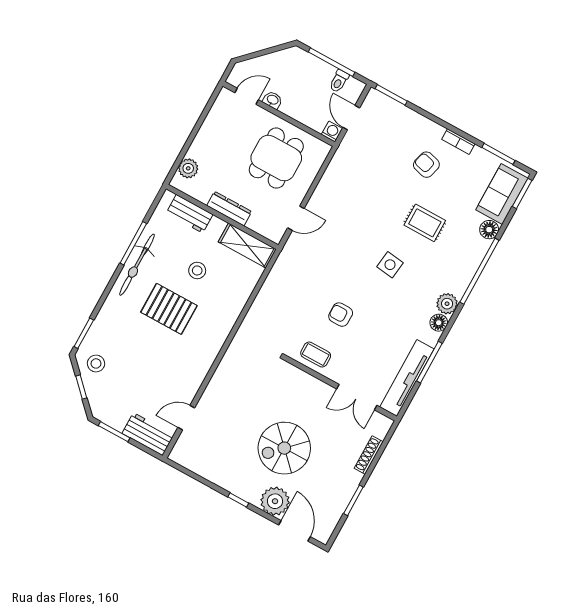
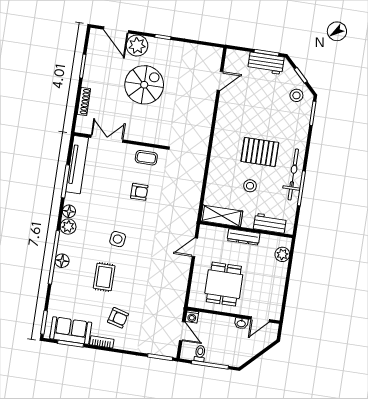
sofa: (502, 194) -> (71, 331), moved, turned -90
rug: (425, 223) -> (104, 277), turned 90
floor lamp: (489, 230) -> (62, 261), moved
workbench: (148, 434) -> (266, 63), moved

